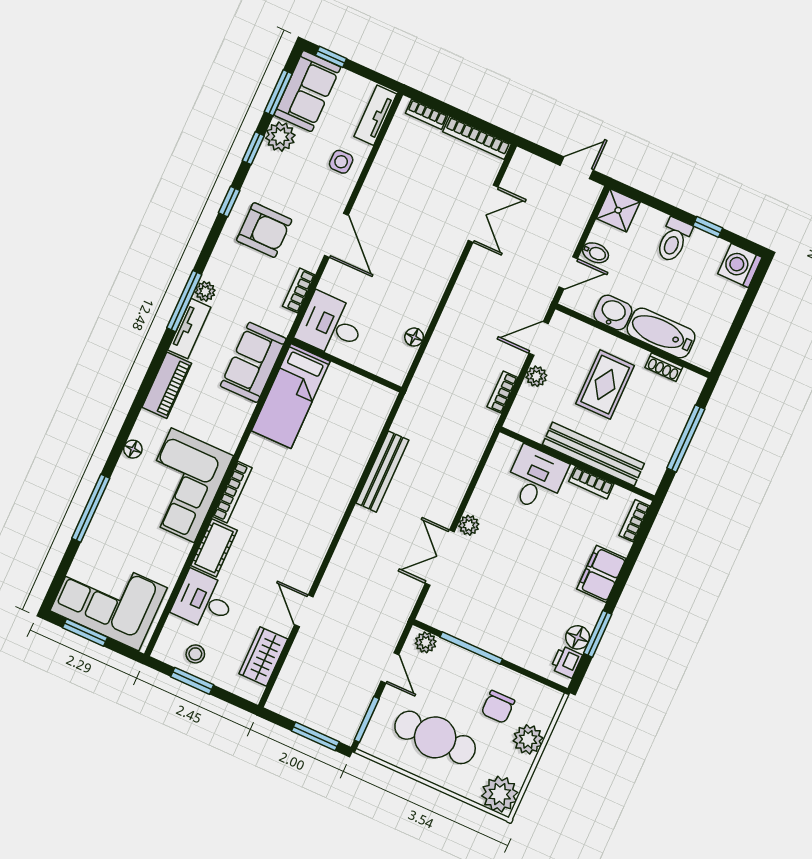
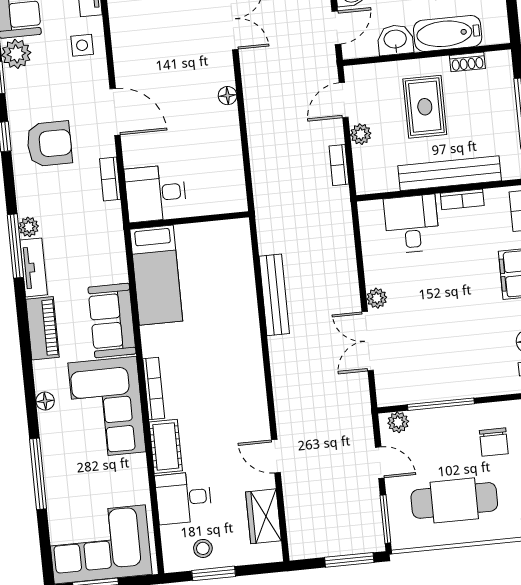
floor lamp: (414, 337) -> (228, 96), moved
sofa: (253, 362) -> (112, 321), moved

